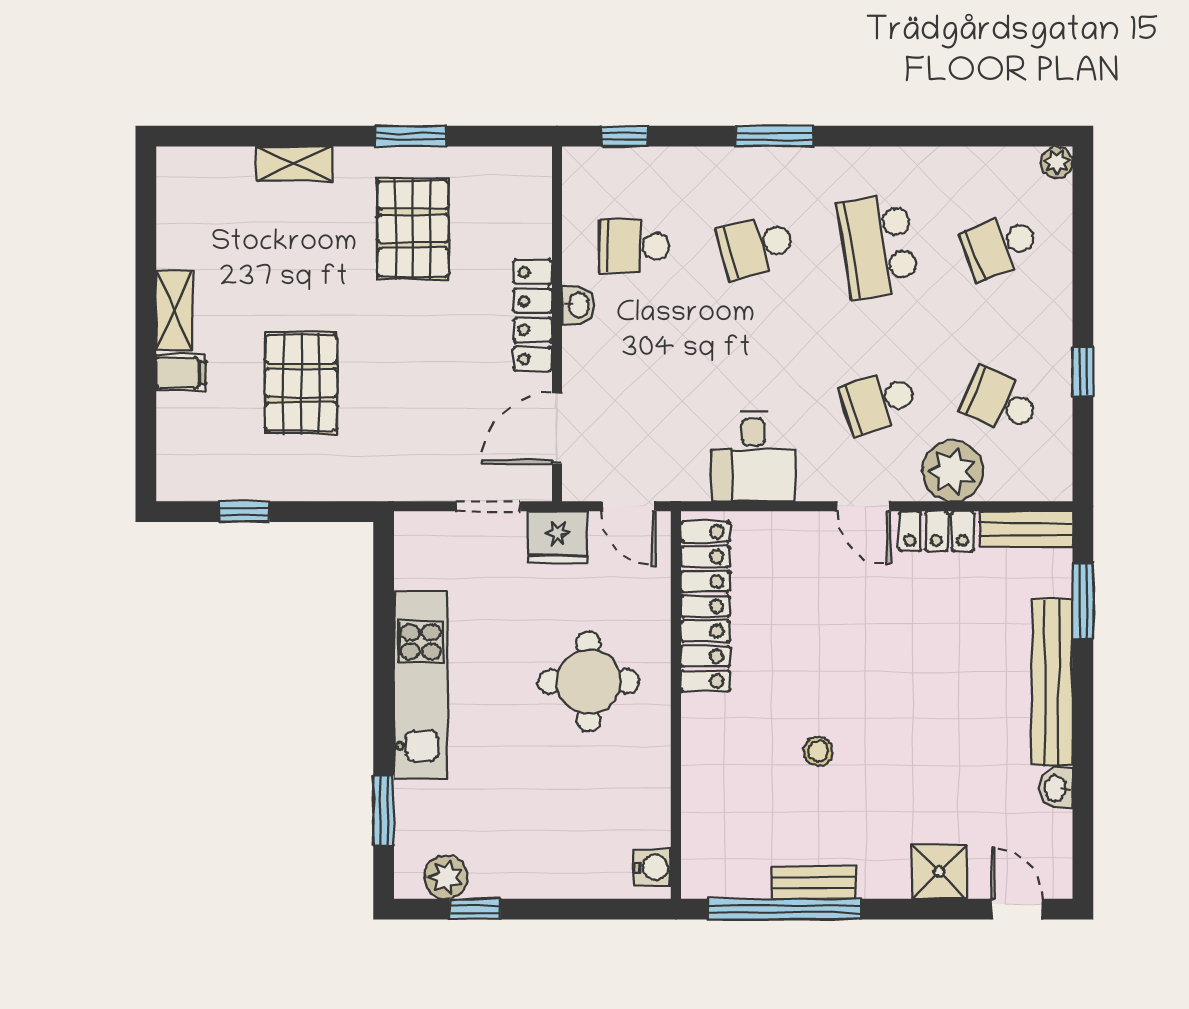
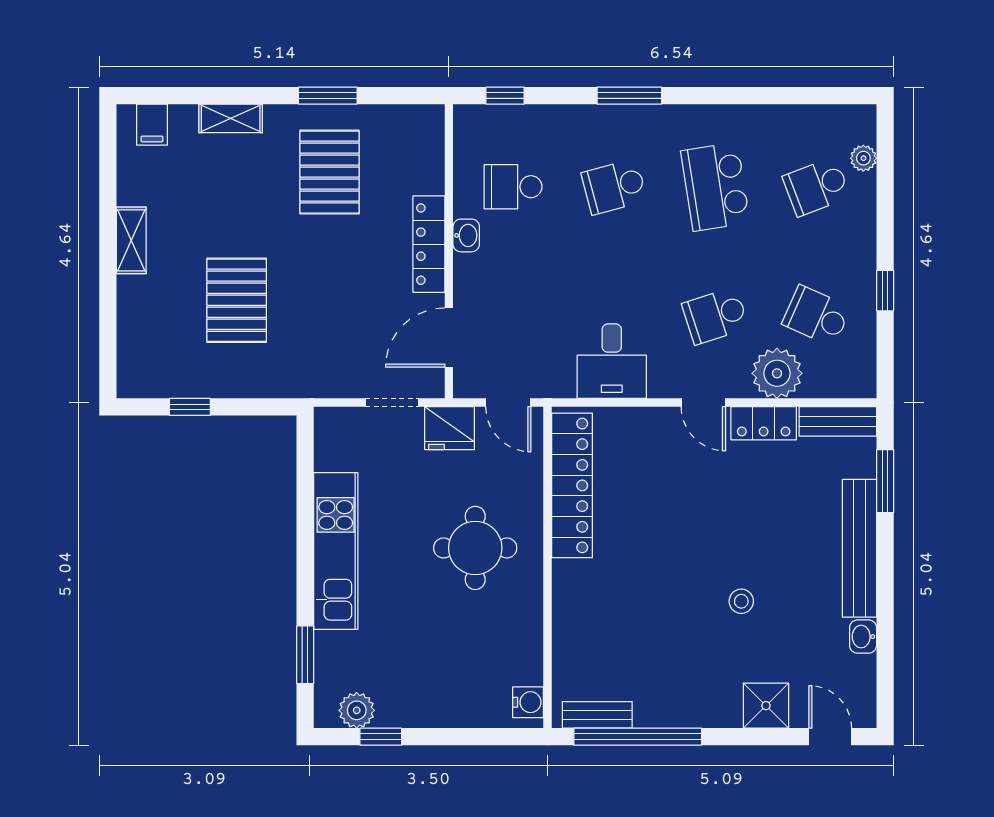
plant: (1057, 162) -> (863, 158), moved
filing cabinet: (181, 373) -> (152, 125), moved, turned 90
stool: (818, 751) -> (741, 601), moved
bench: (814, 883) -> (597, 715), moved

